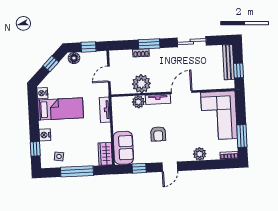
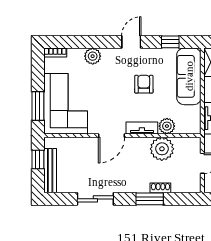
window: (242, 136) -> (38, 106), moved
sofa: (123, 148) -> (189, 76), width x1.36

